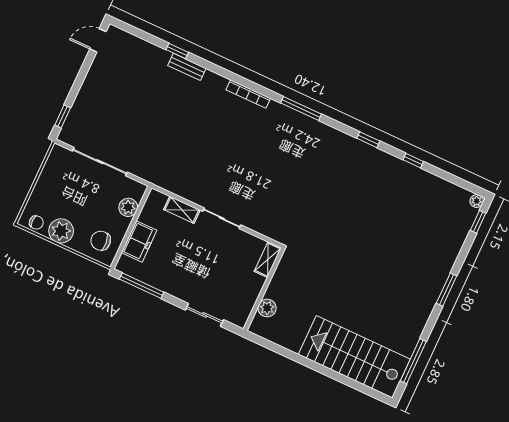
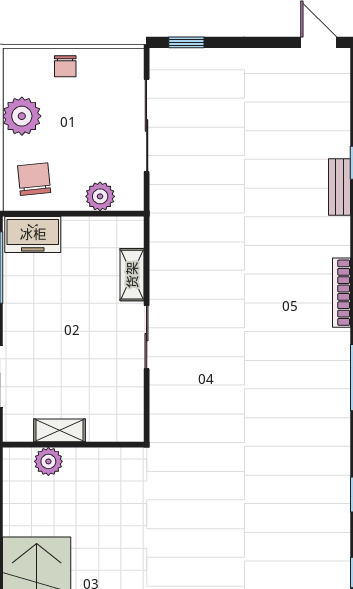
chair: (36, 222) -> (65, 66), moved
freezer: (139, 241) -> (33, 234), moved
shelving: (268, 260) -> (59, 430), moved

